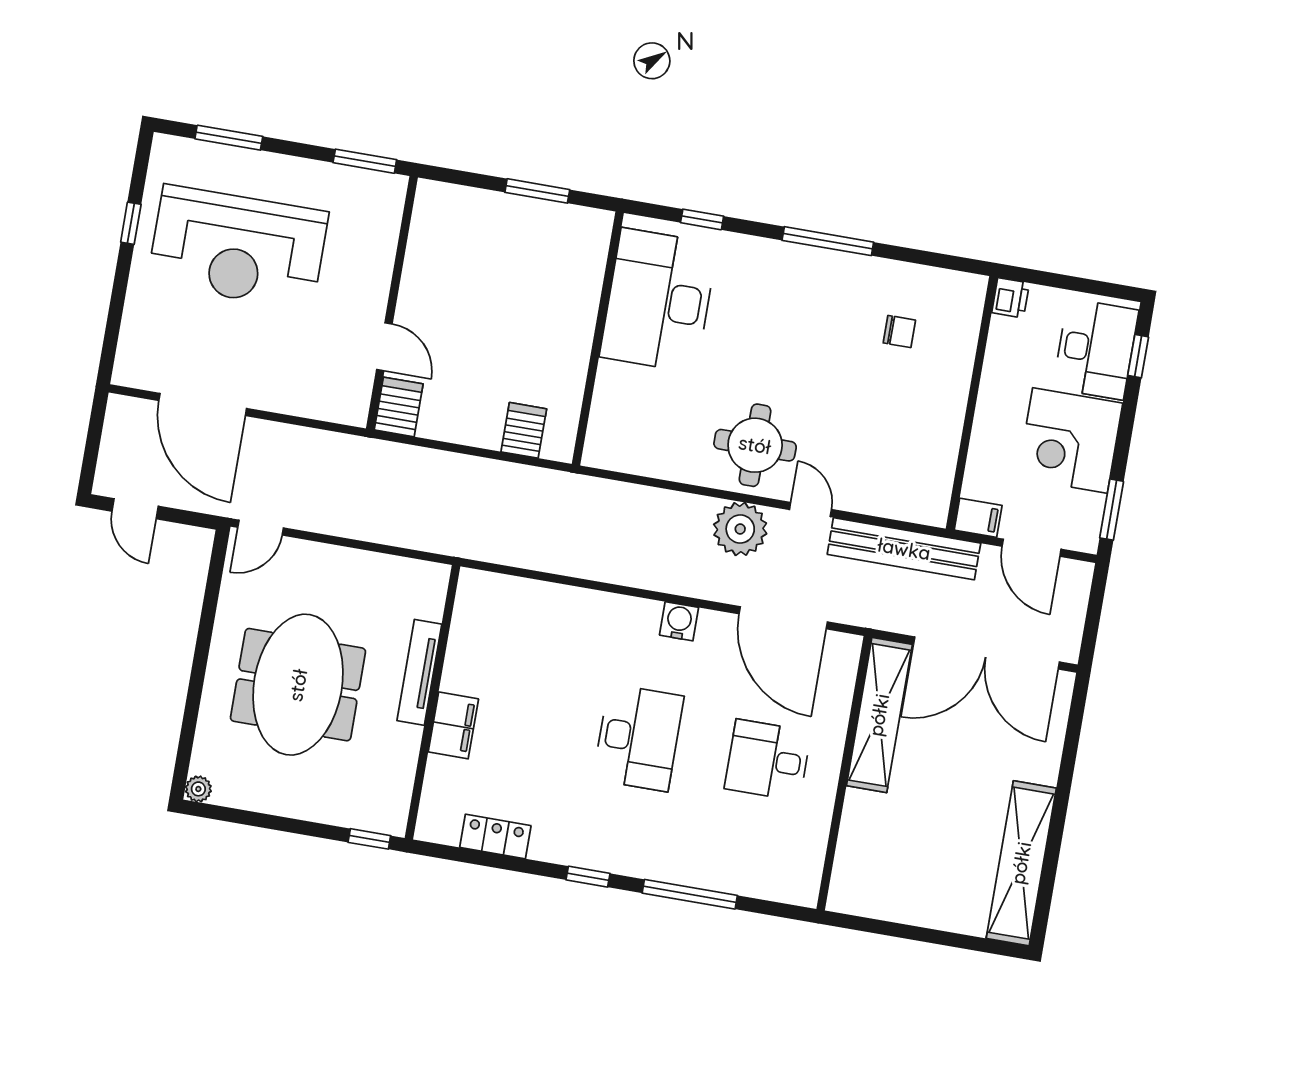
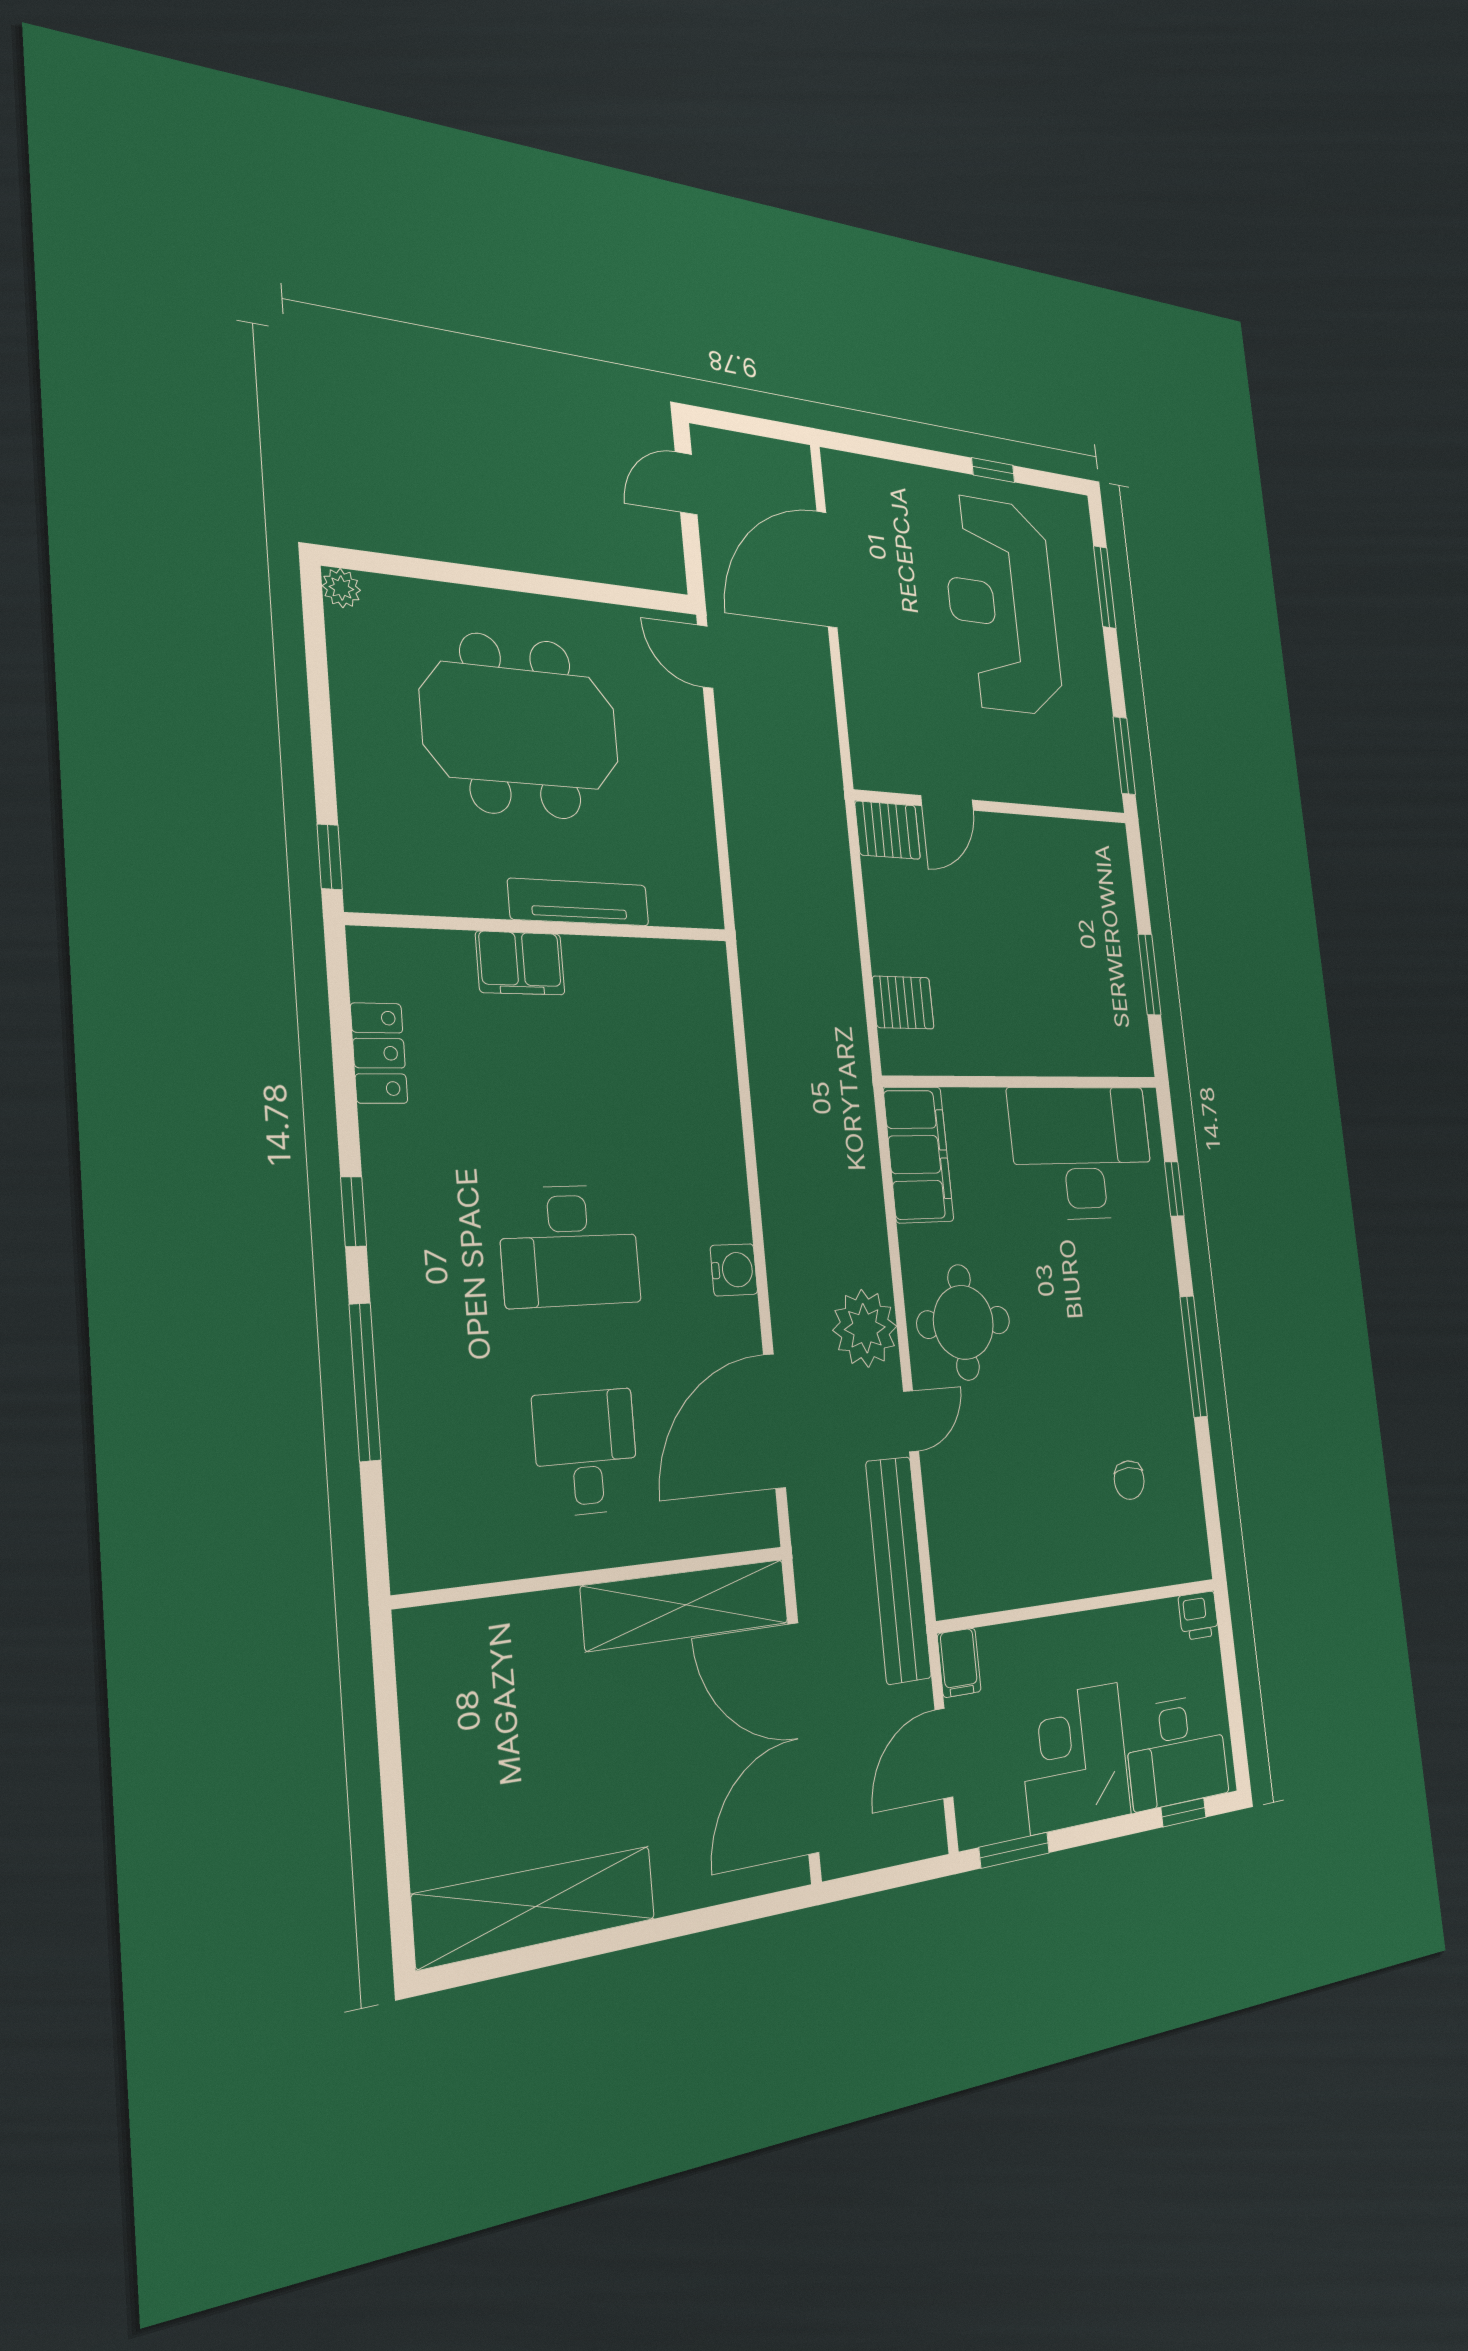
filing cabinet: (632, 449) -> (918, 1154), added

